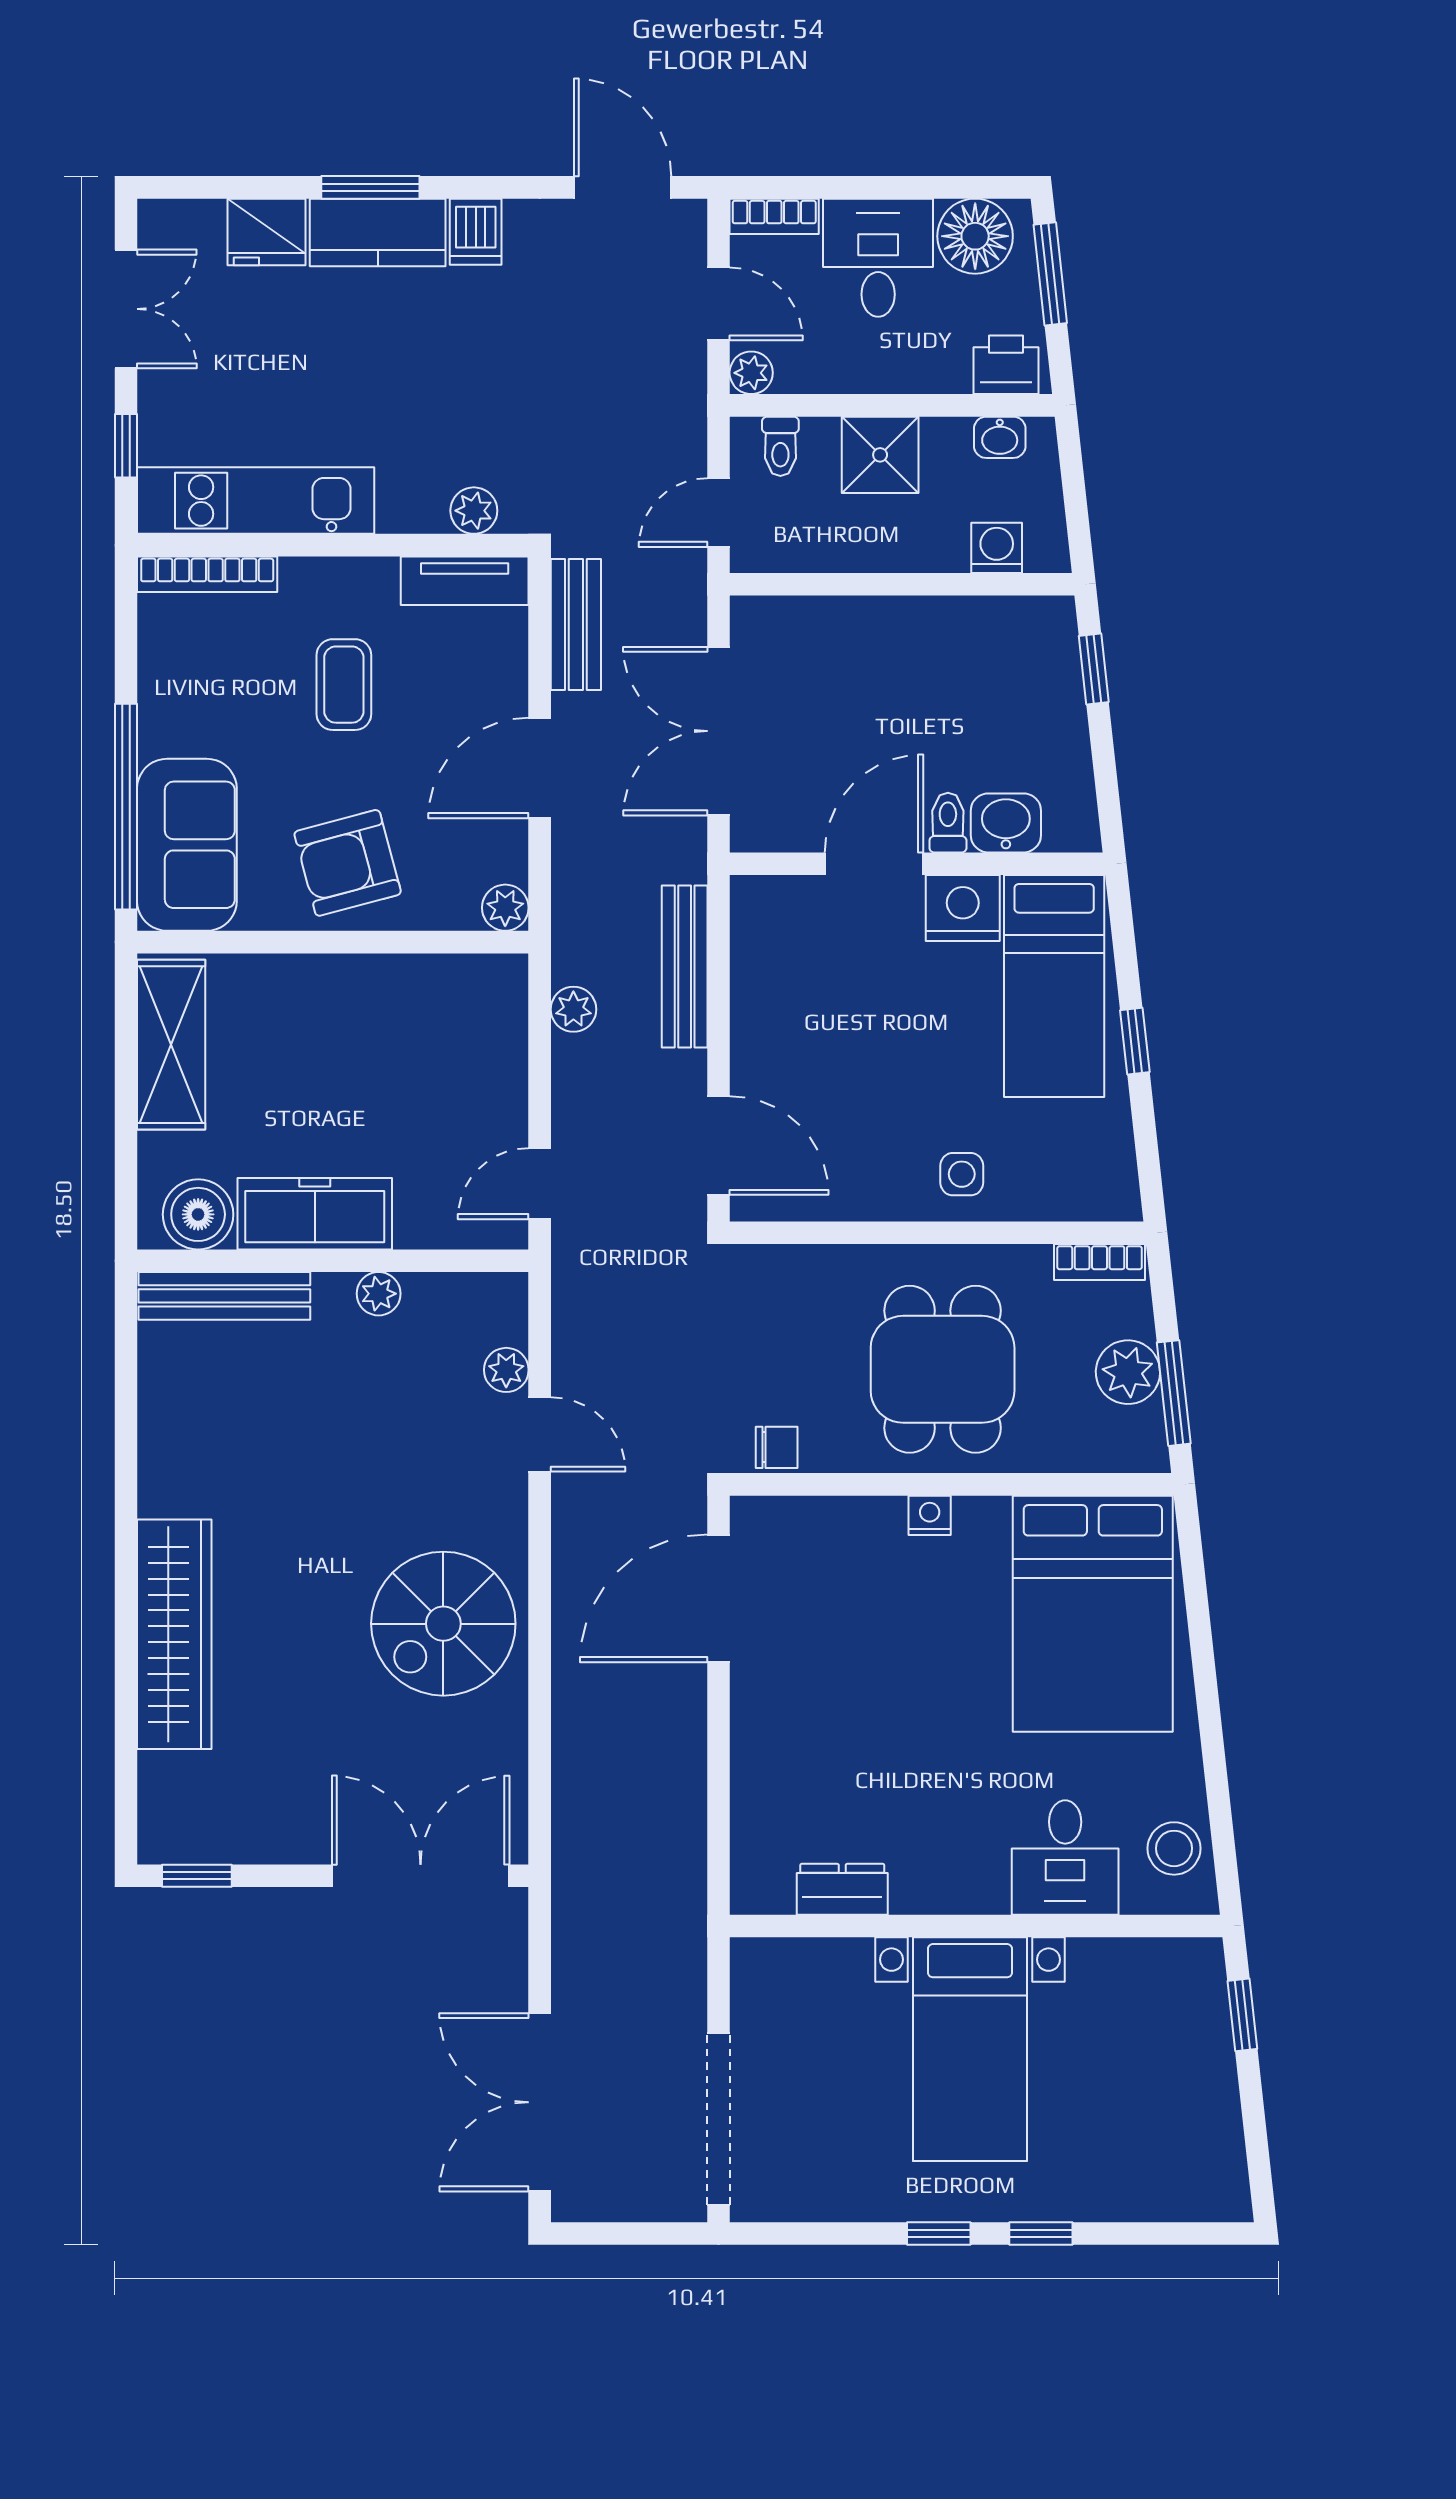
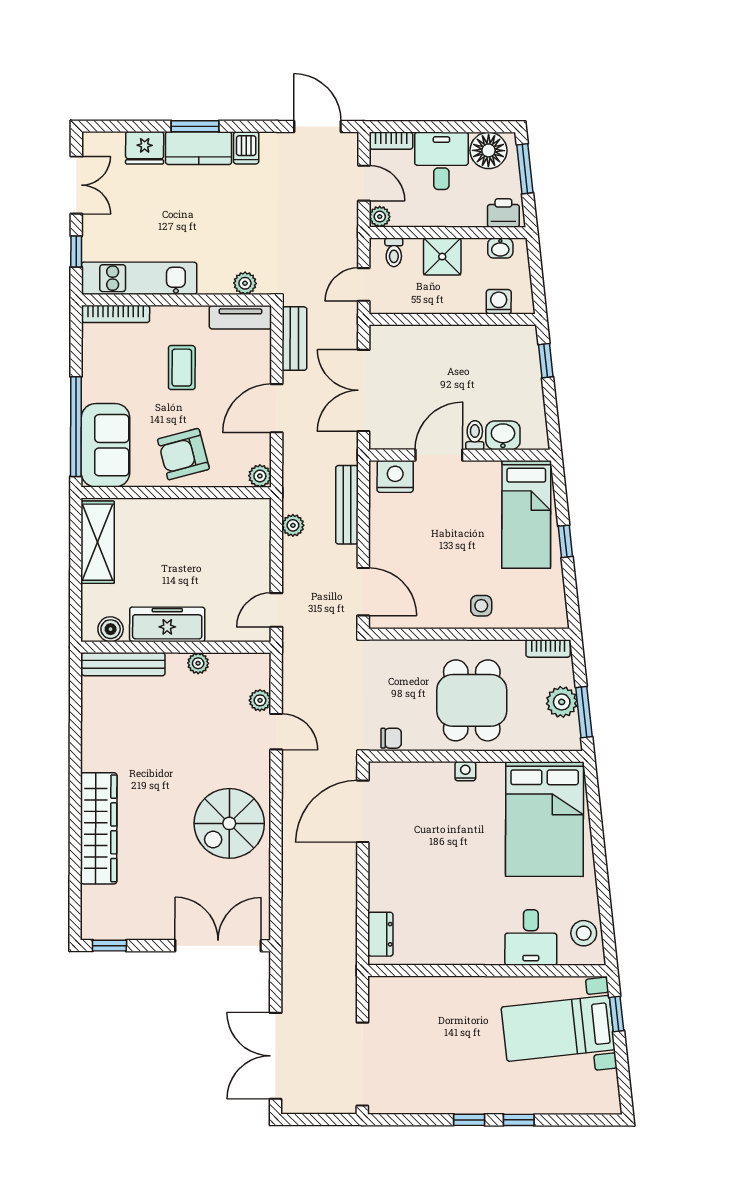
nightstand: (963, 908) -> (395, 476), moved
boiler: (198, 1214) -> (111, 629), width x0.73, depth x0.73
dresser: (842, 1889) -> (380, 934), moved, turned 90
bed with nightstands: (970, 2049) -> (558, 1028), moved, turned 84

